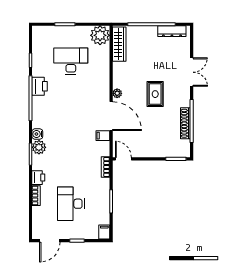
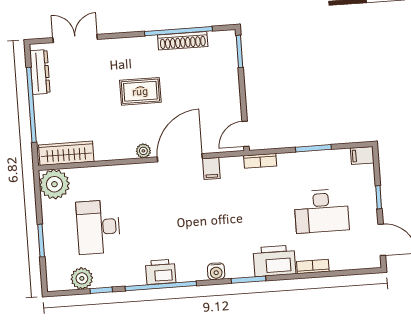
double door: (192, 72) -> (75, 39), moved
printer: (40, 86) -> (161, 272), moved
plant: (39, 147) -> (82, 278), moved
printer: (38, 178) -> (274, 261), width x1.87, depth x1.48

